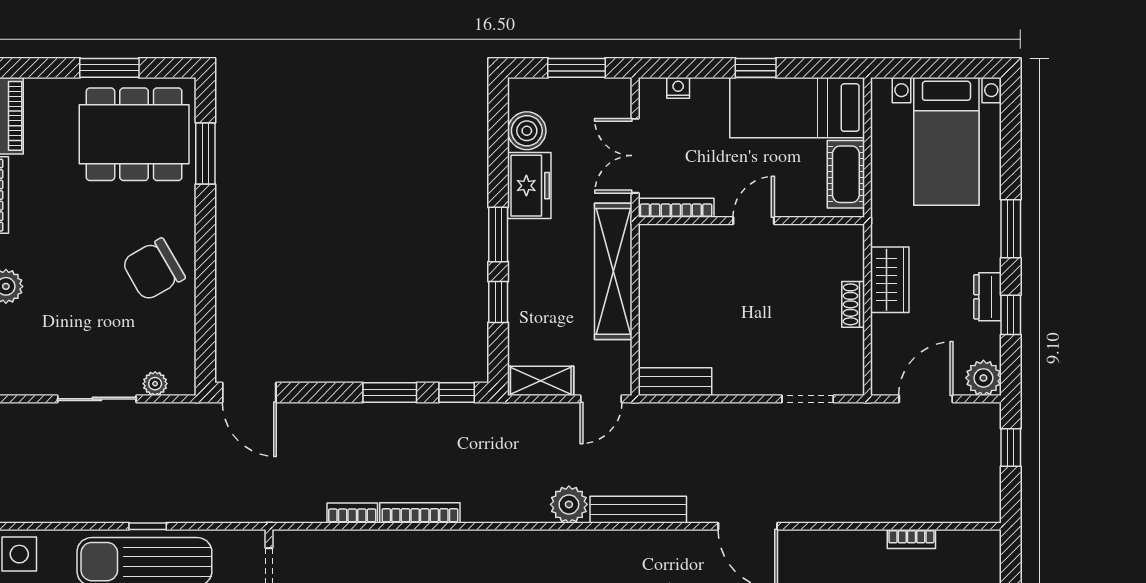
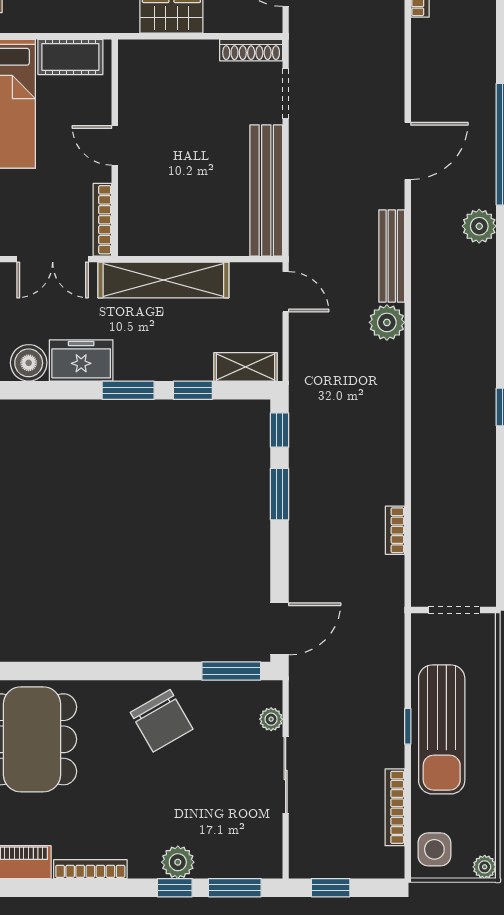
window: (205, 154) -> (231, 671), moved
shoe rack: (853, 304) -> (251, 50), moved, width x1.43
shelving: (541, 381) -> (245, 367), moved, turned 90
bench: (675, 382) -> (266, 190), width x1.86, depth x1.21
bookcase: (420, 513) -> (395, 807), moved

